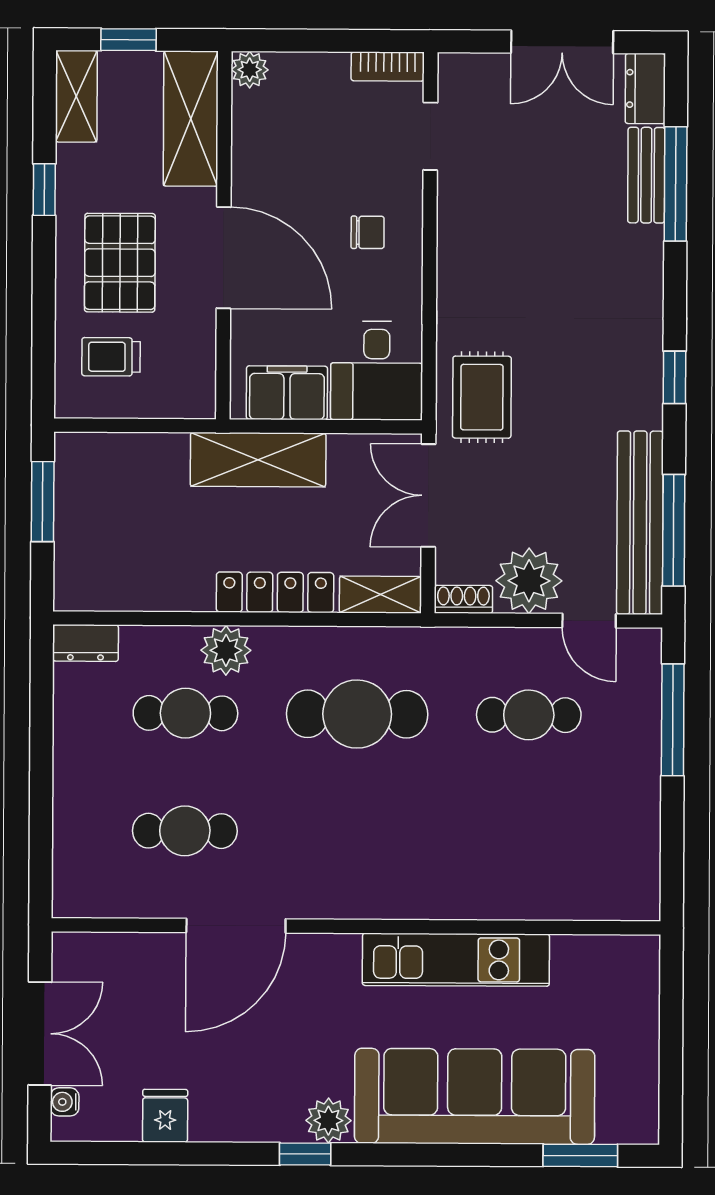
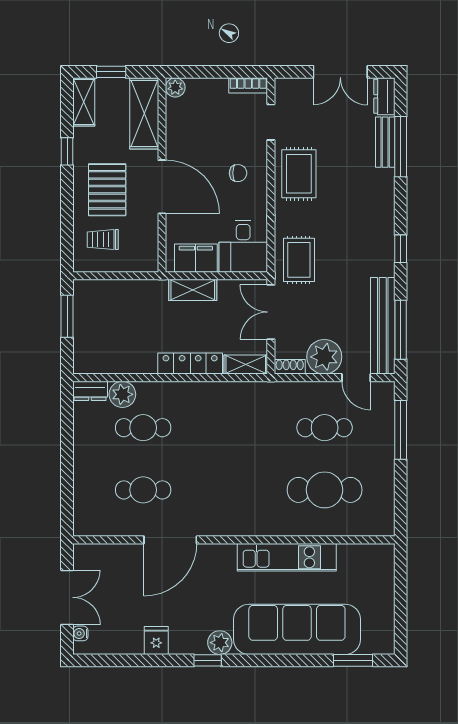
rug: (483, 234) -> (299, 174), added
shelving: (258, 460) -> (193, 290), width x0.67, depth x0.75
plant: (226, 650) -> (122, 394), moved
cafe table: (357, 714) -> (325, 490), moved
fridge: (165, 1116) -> (156, 641), moved

